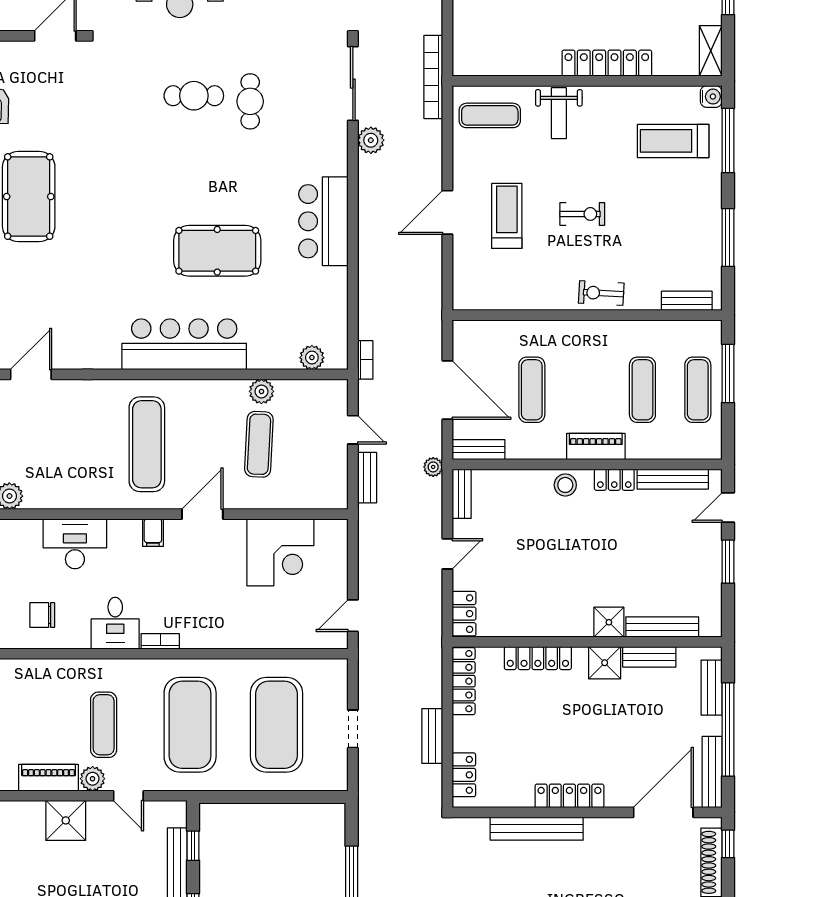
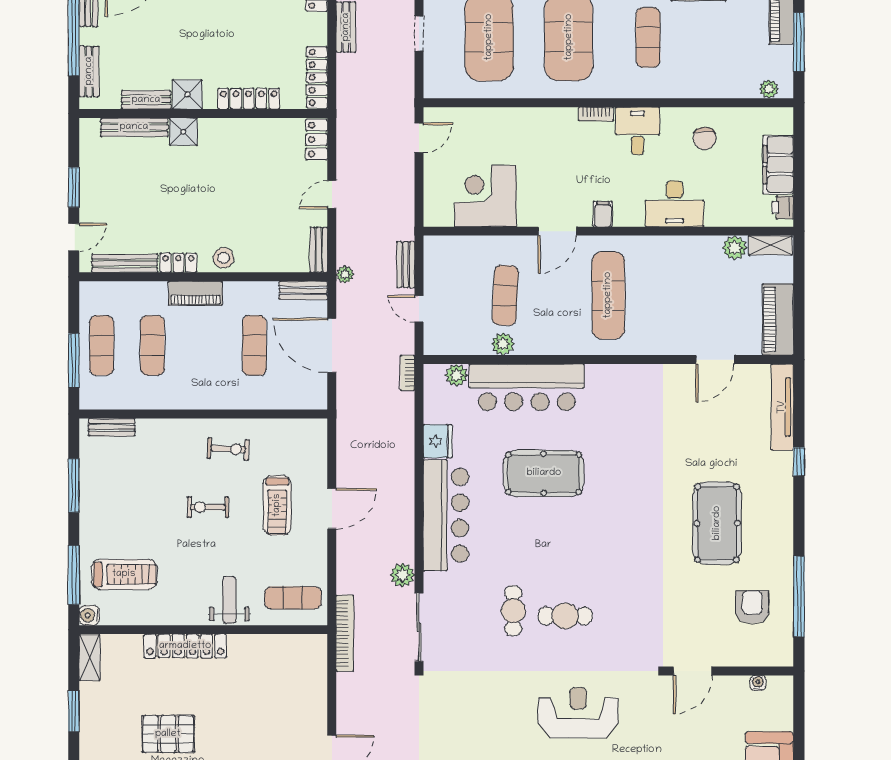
bar counter: (323, 221) -> (446, 515), width x1.36
fridge: (332, 286) -> (438, 441), added
exercise bike: (601, 293) -> (228, 449), moved
bar counter: (184, 344) -> (527, 387), moved
chair: (42, 615) -> (705, 138), turned 90

